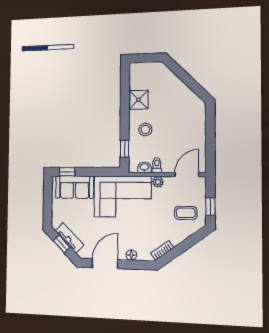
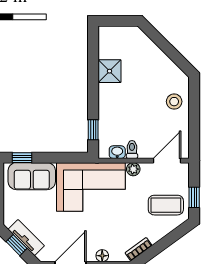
stool: (145, 130) -> (174, 102), moved
coffee table: (186, 213) -> (166, 205), width x1.36, depth x1.30

